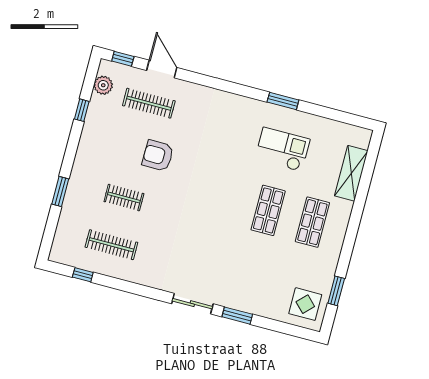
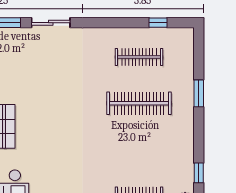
armchair: (158, 156) -> (118, 150), removed
clothes rail: (124, 198) -> (139, 103), width x1.86, depth x1.31

